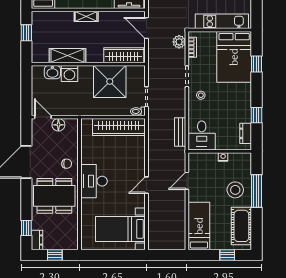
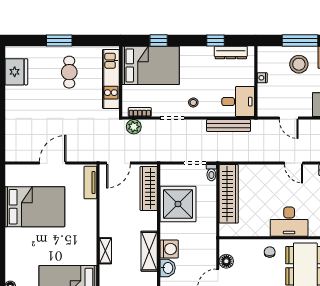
shelving: (86, 16) -> (105, 251), moved
bench: (180, 132) -> (229, 126), width x1.36
dresser: (246, 133) -> (231, 53), width x1.44

